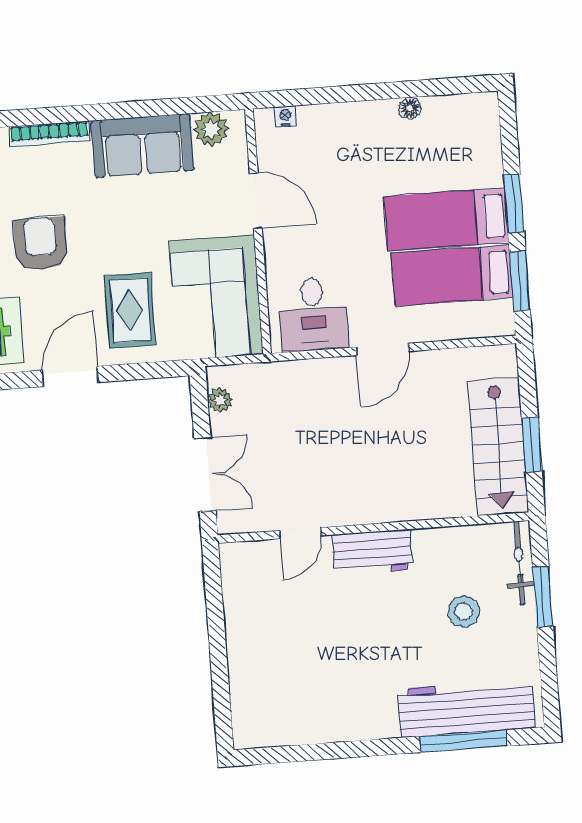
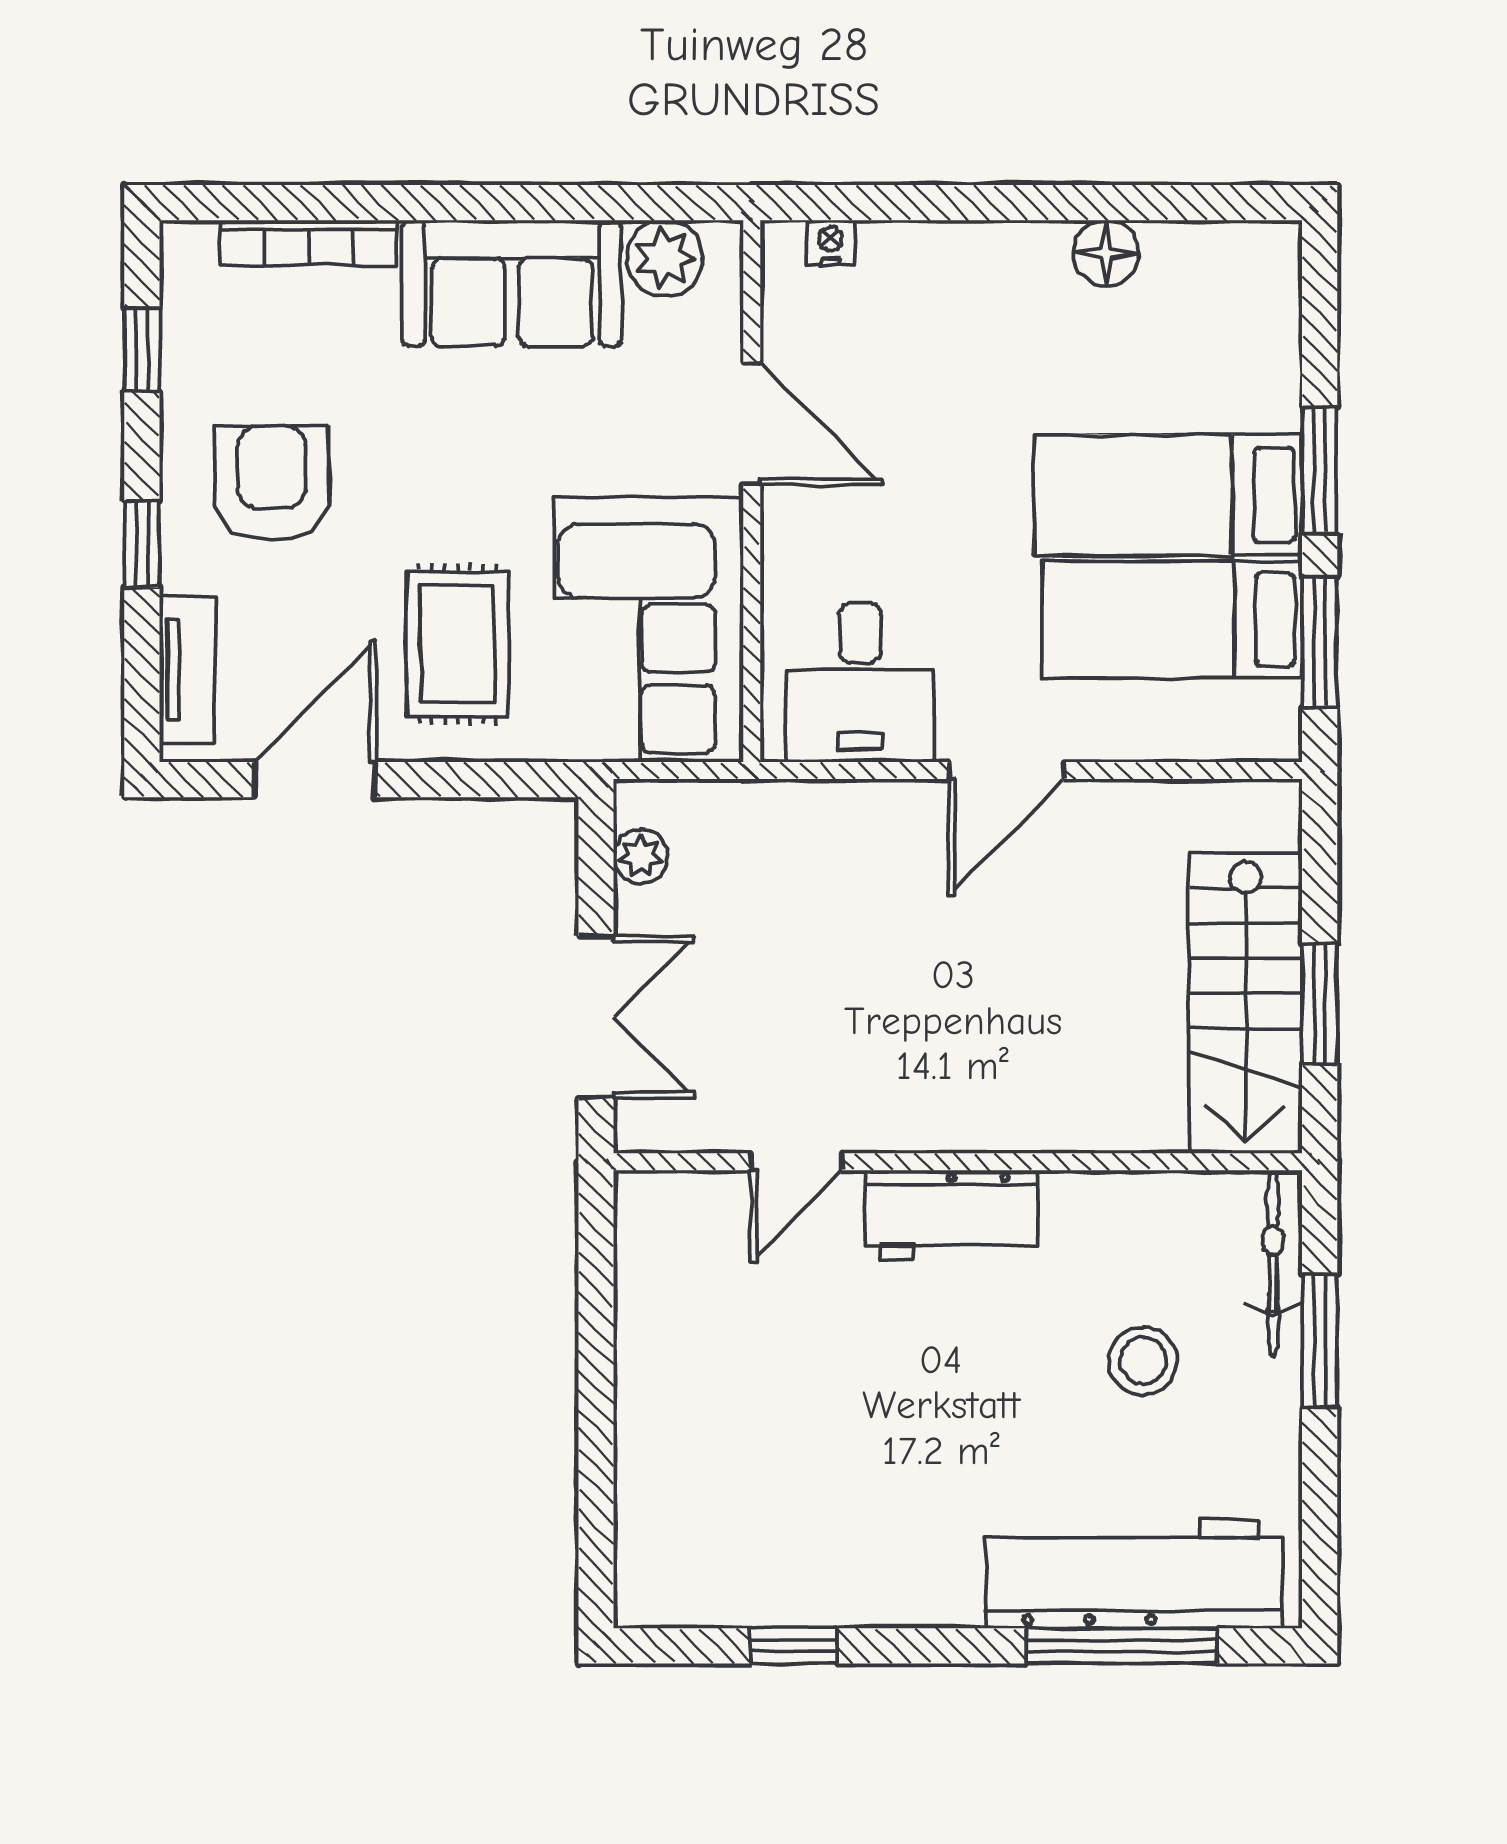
floor lamp: (410, 108) -> (1106, 253), width x1.37, depth x1.37
window: (315, 752) -> (793, 1646), added

